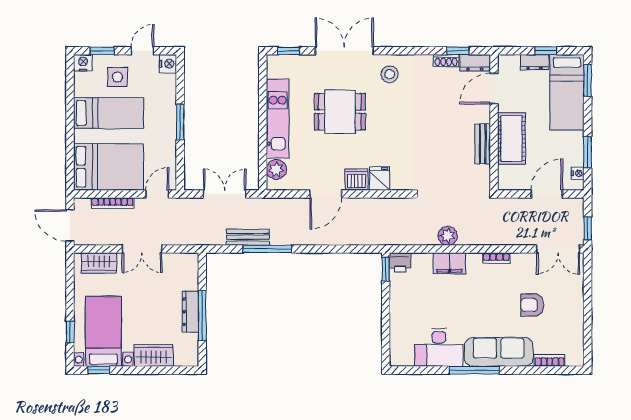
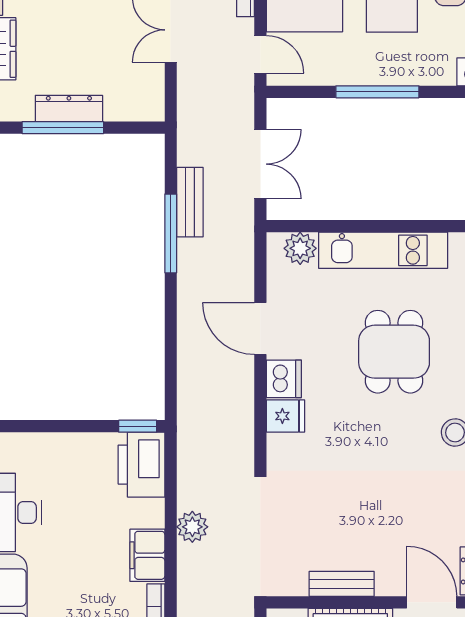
window: (180, 122) -> (377, 92), width x1.44
printer: (400, 262) -> (141, 465), width x1.87, depth x1.48
filing cabinet: (449, 263) -> (147, 555), moved

